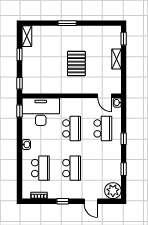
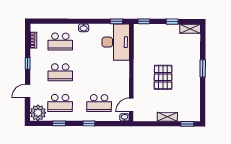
pallet: (76, 63) -> (163, 77), turned 90
school desk: (72, 128) -> (60, 103), moved

